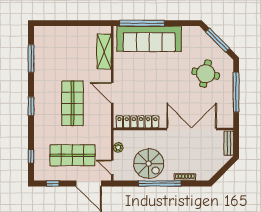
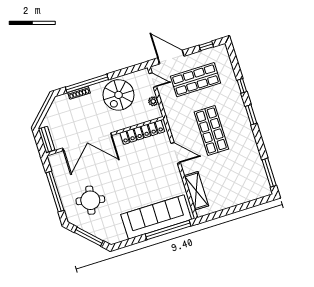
window: (31, 58) -> (269, 173), moved
window: (31, 156) -> (242, 86), moved
spiral stairs: (149, 164) -> (119, 95), turned -90
window: (160, 183) -> (87, 83), moved

